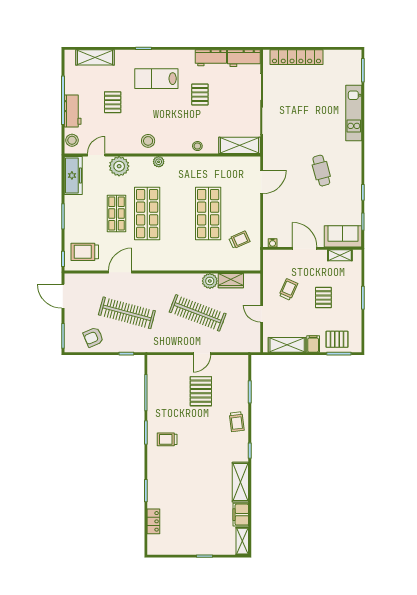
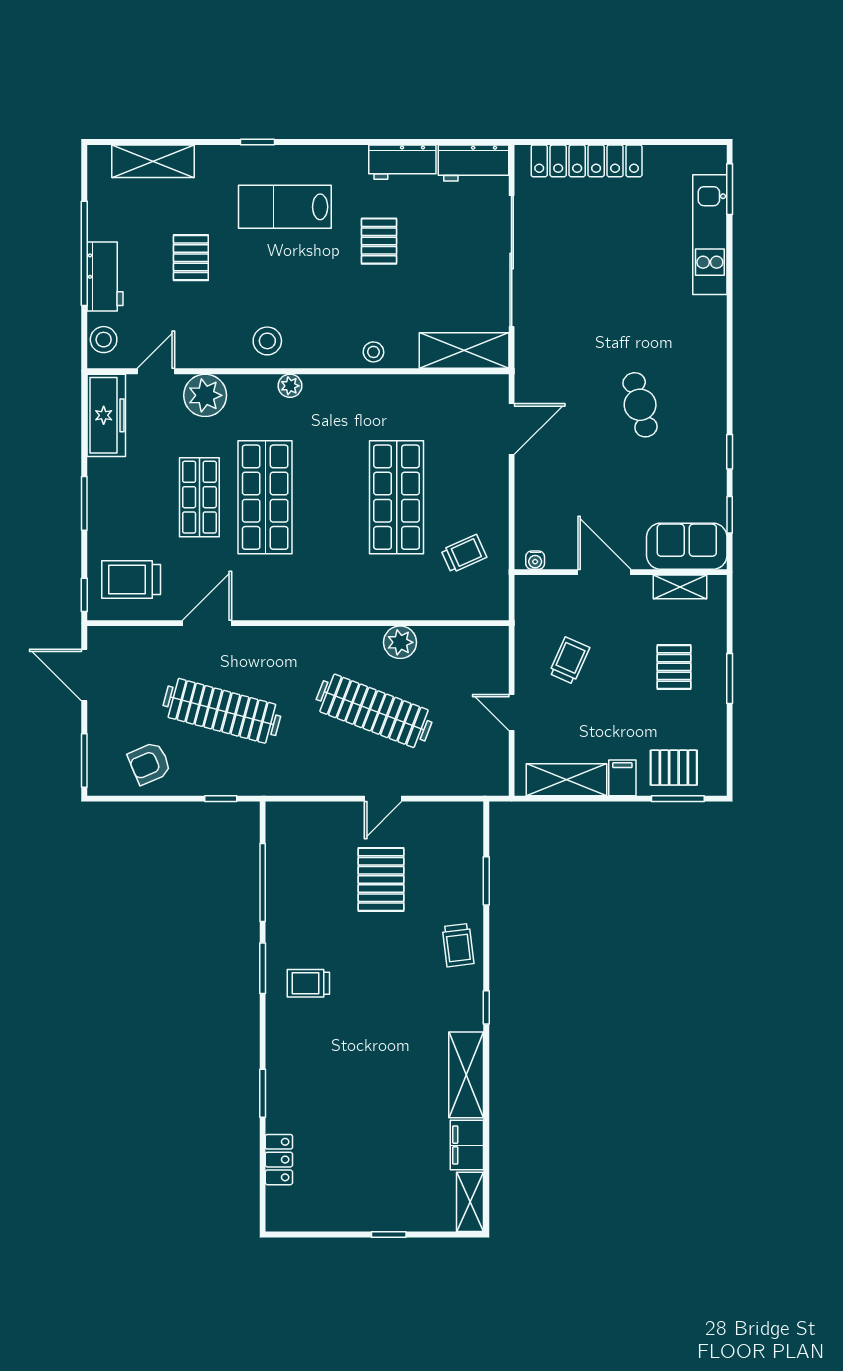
kitchen unit: (354, 113) -> (710, 235), moved
wardrobe: (231, 281) -> (445, 641), removed
pallet: (323, 298) -> (674, 667), moved

